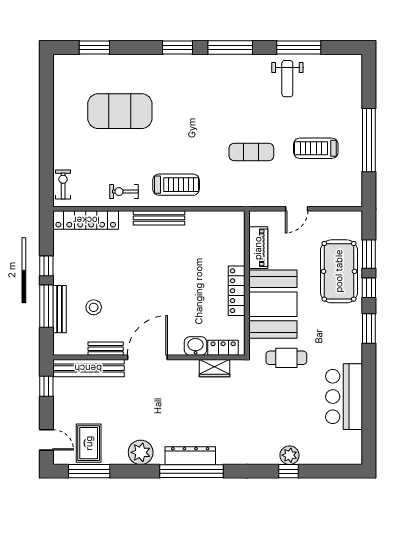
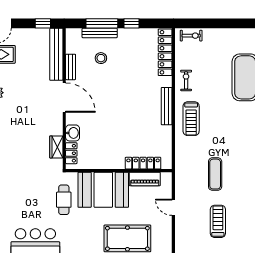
locker: (237, 291) -> (143, 163), moved

